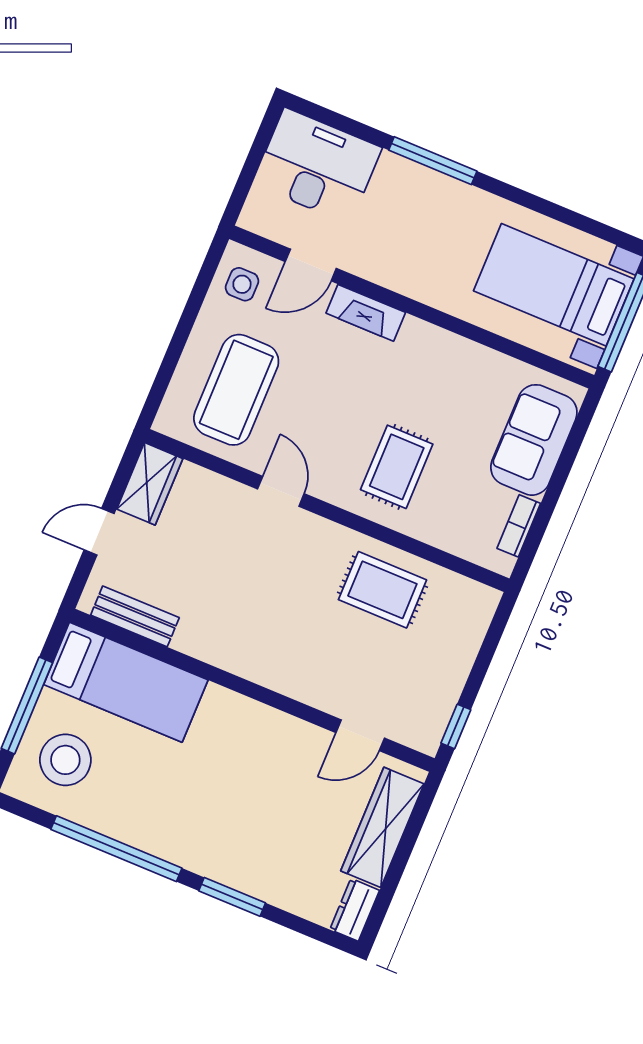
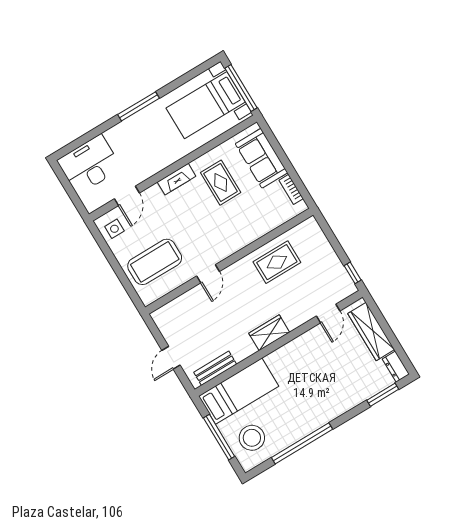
window: (433, 161) -> (138, 106), moved
fireplace: (366, 313) -> (177, 179), moved
coffee table: (236, 390) -> (155, 262), turned 90
rug: (397, 467) -> (221, 183), moved
wardrobe: (150, 484) -> (269, 333), moved, turned -90
door: (281, 491) -> (208, 274), swing flipped
window: (232, 897) -> (383, 395), moved

